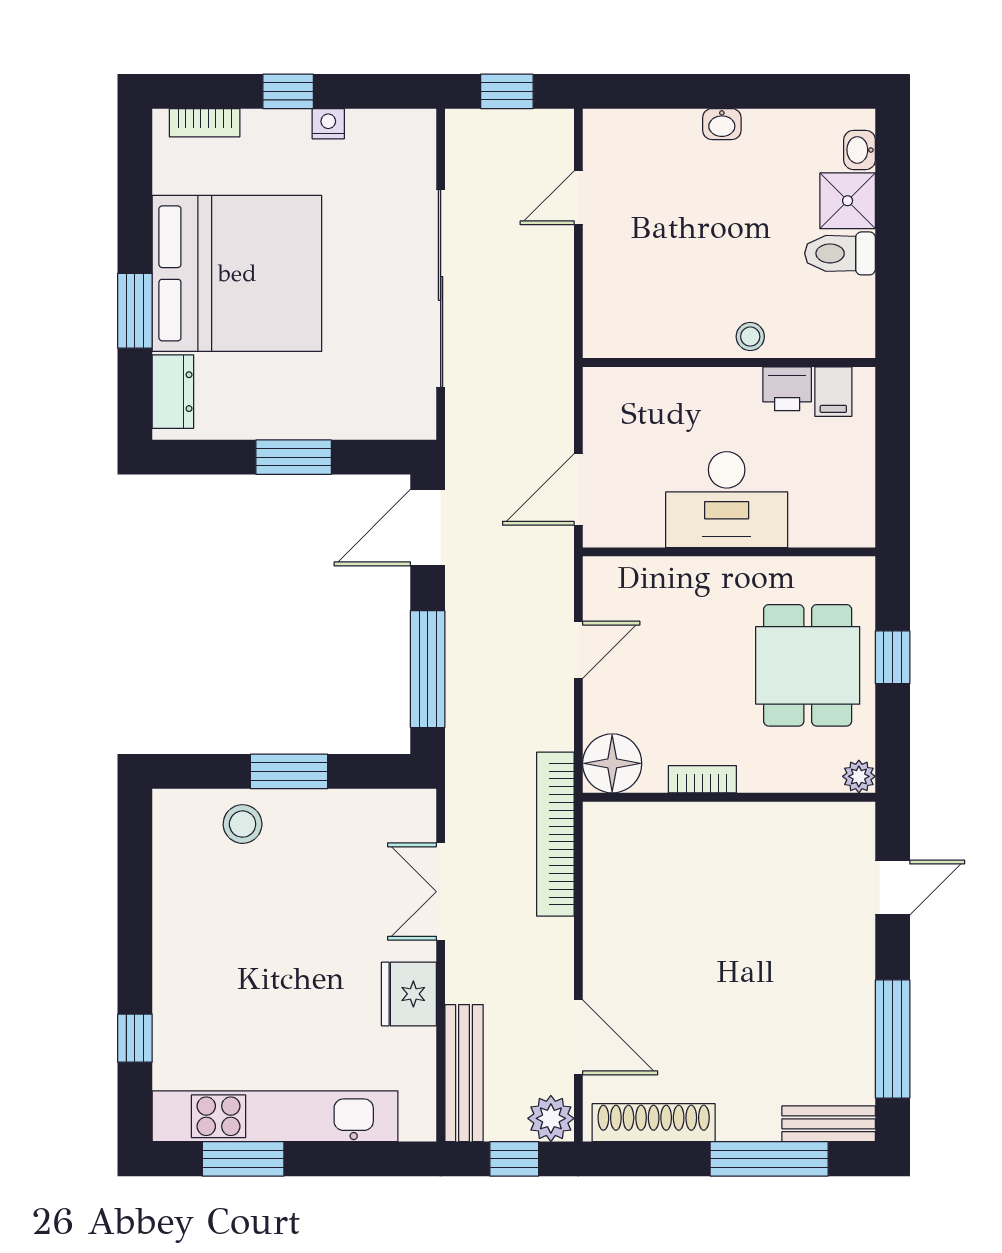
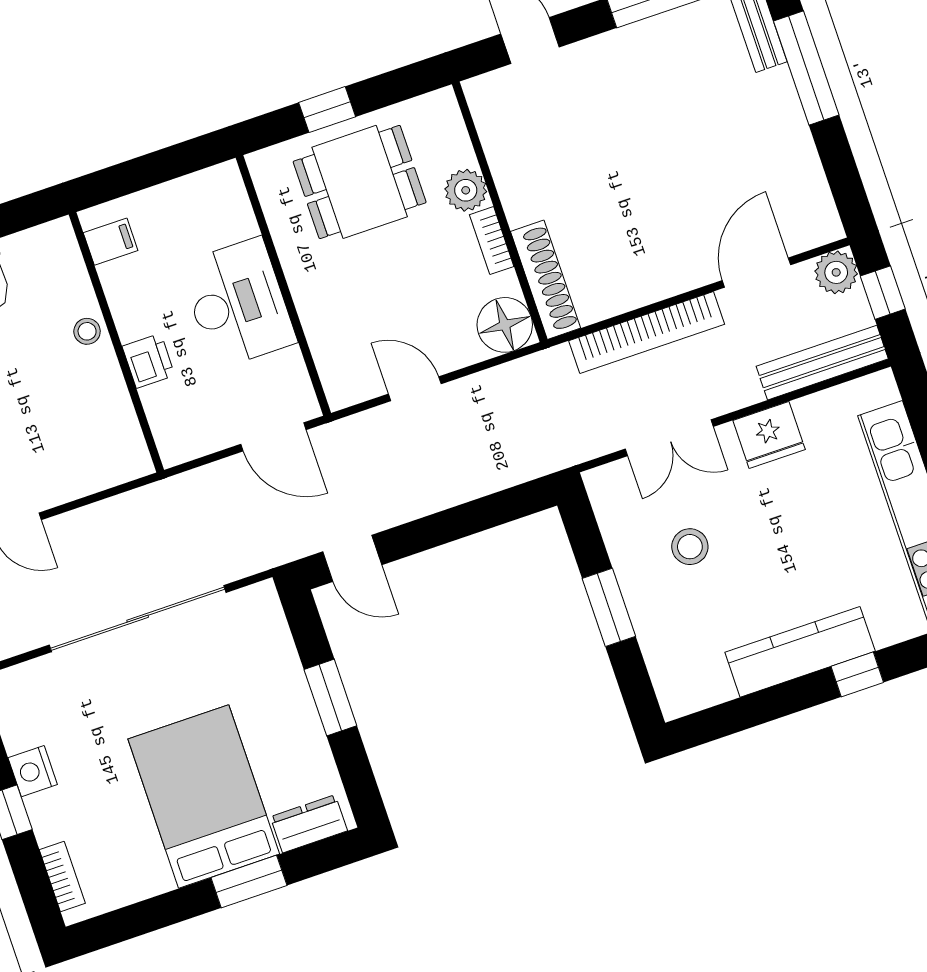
nightstand: (328, 124) -> (33, 771), width x1.39, depth x1.35
bed: (237, 273) -> (204, 796), width x0.73
printer: (787, 389) -> (148, 361), moved
door: (428, 528) -> (352, 558), width x0.73
window: (428, 669) -> (477, 516), removed
plant: (859, 776) -> (466, 190), moved, width x1.38, depth x1.38
stool: (243, 824) -> (690, 547), moved
bookcase: (555, 834) -> (647, 332), moved
kitchen counter: (178, 951) -> (800, 652), added
window: (135, 1038) -> (857, 674), moved
shoe rack: (654, 1123) -> (546, 280), moved, turned 180

